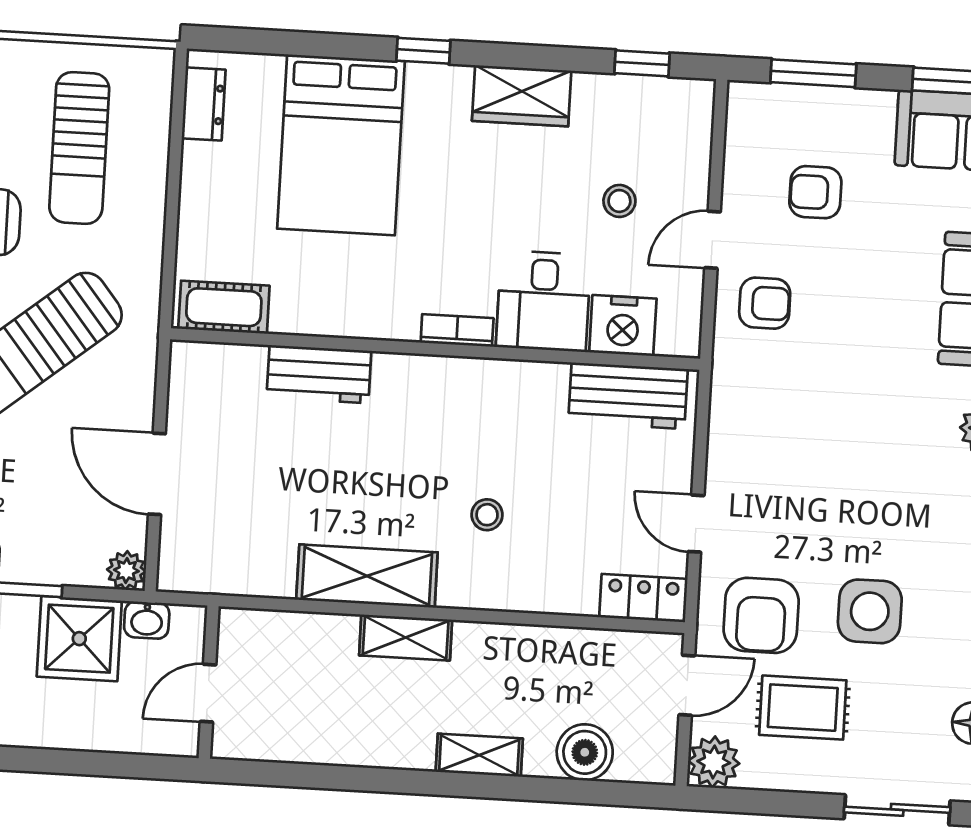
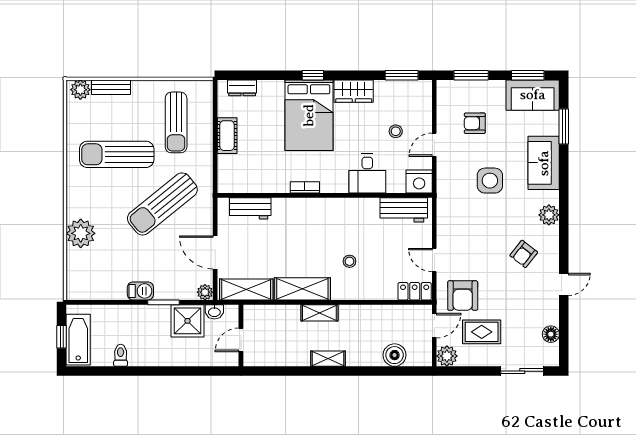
window: (642, 63) -> (402, 75), width x1.50
dresser: (204, 104) -> (242, 88), moved, turned 90
bed: (341, 145) -> (309, 115), moved
armchair: (765, 303) -> (524, 254), moved, turned 128
cot: (224, 307) -> (227, 136), moved, turned 90
nightstand: (623, 325) -> (419, 182), moved
bookcase: (457, 330) -> (305, 187), moved
workbench: (319, 374) -> (250, 208), moved
shelving: (228, 570) -> (246, 289), added
side table: (870, 611) -> (490, 181), moved
shelving: (479, 755) -> (328, 359), moved

